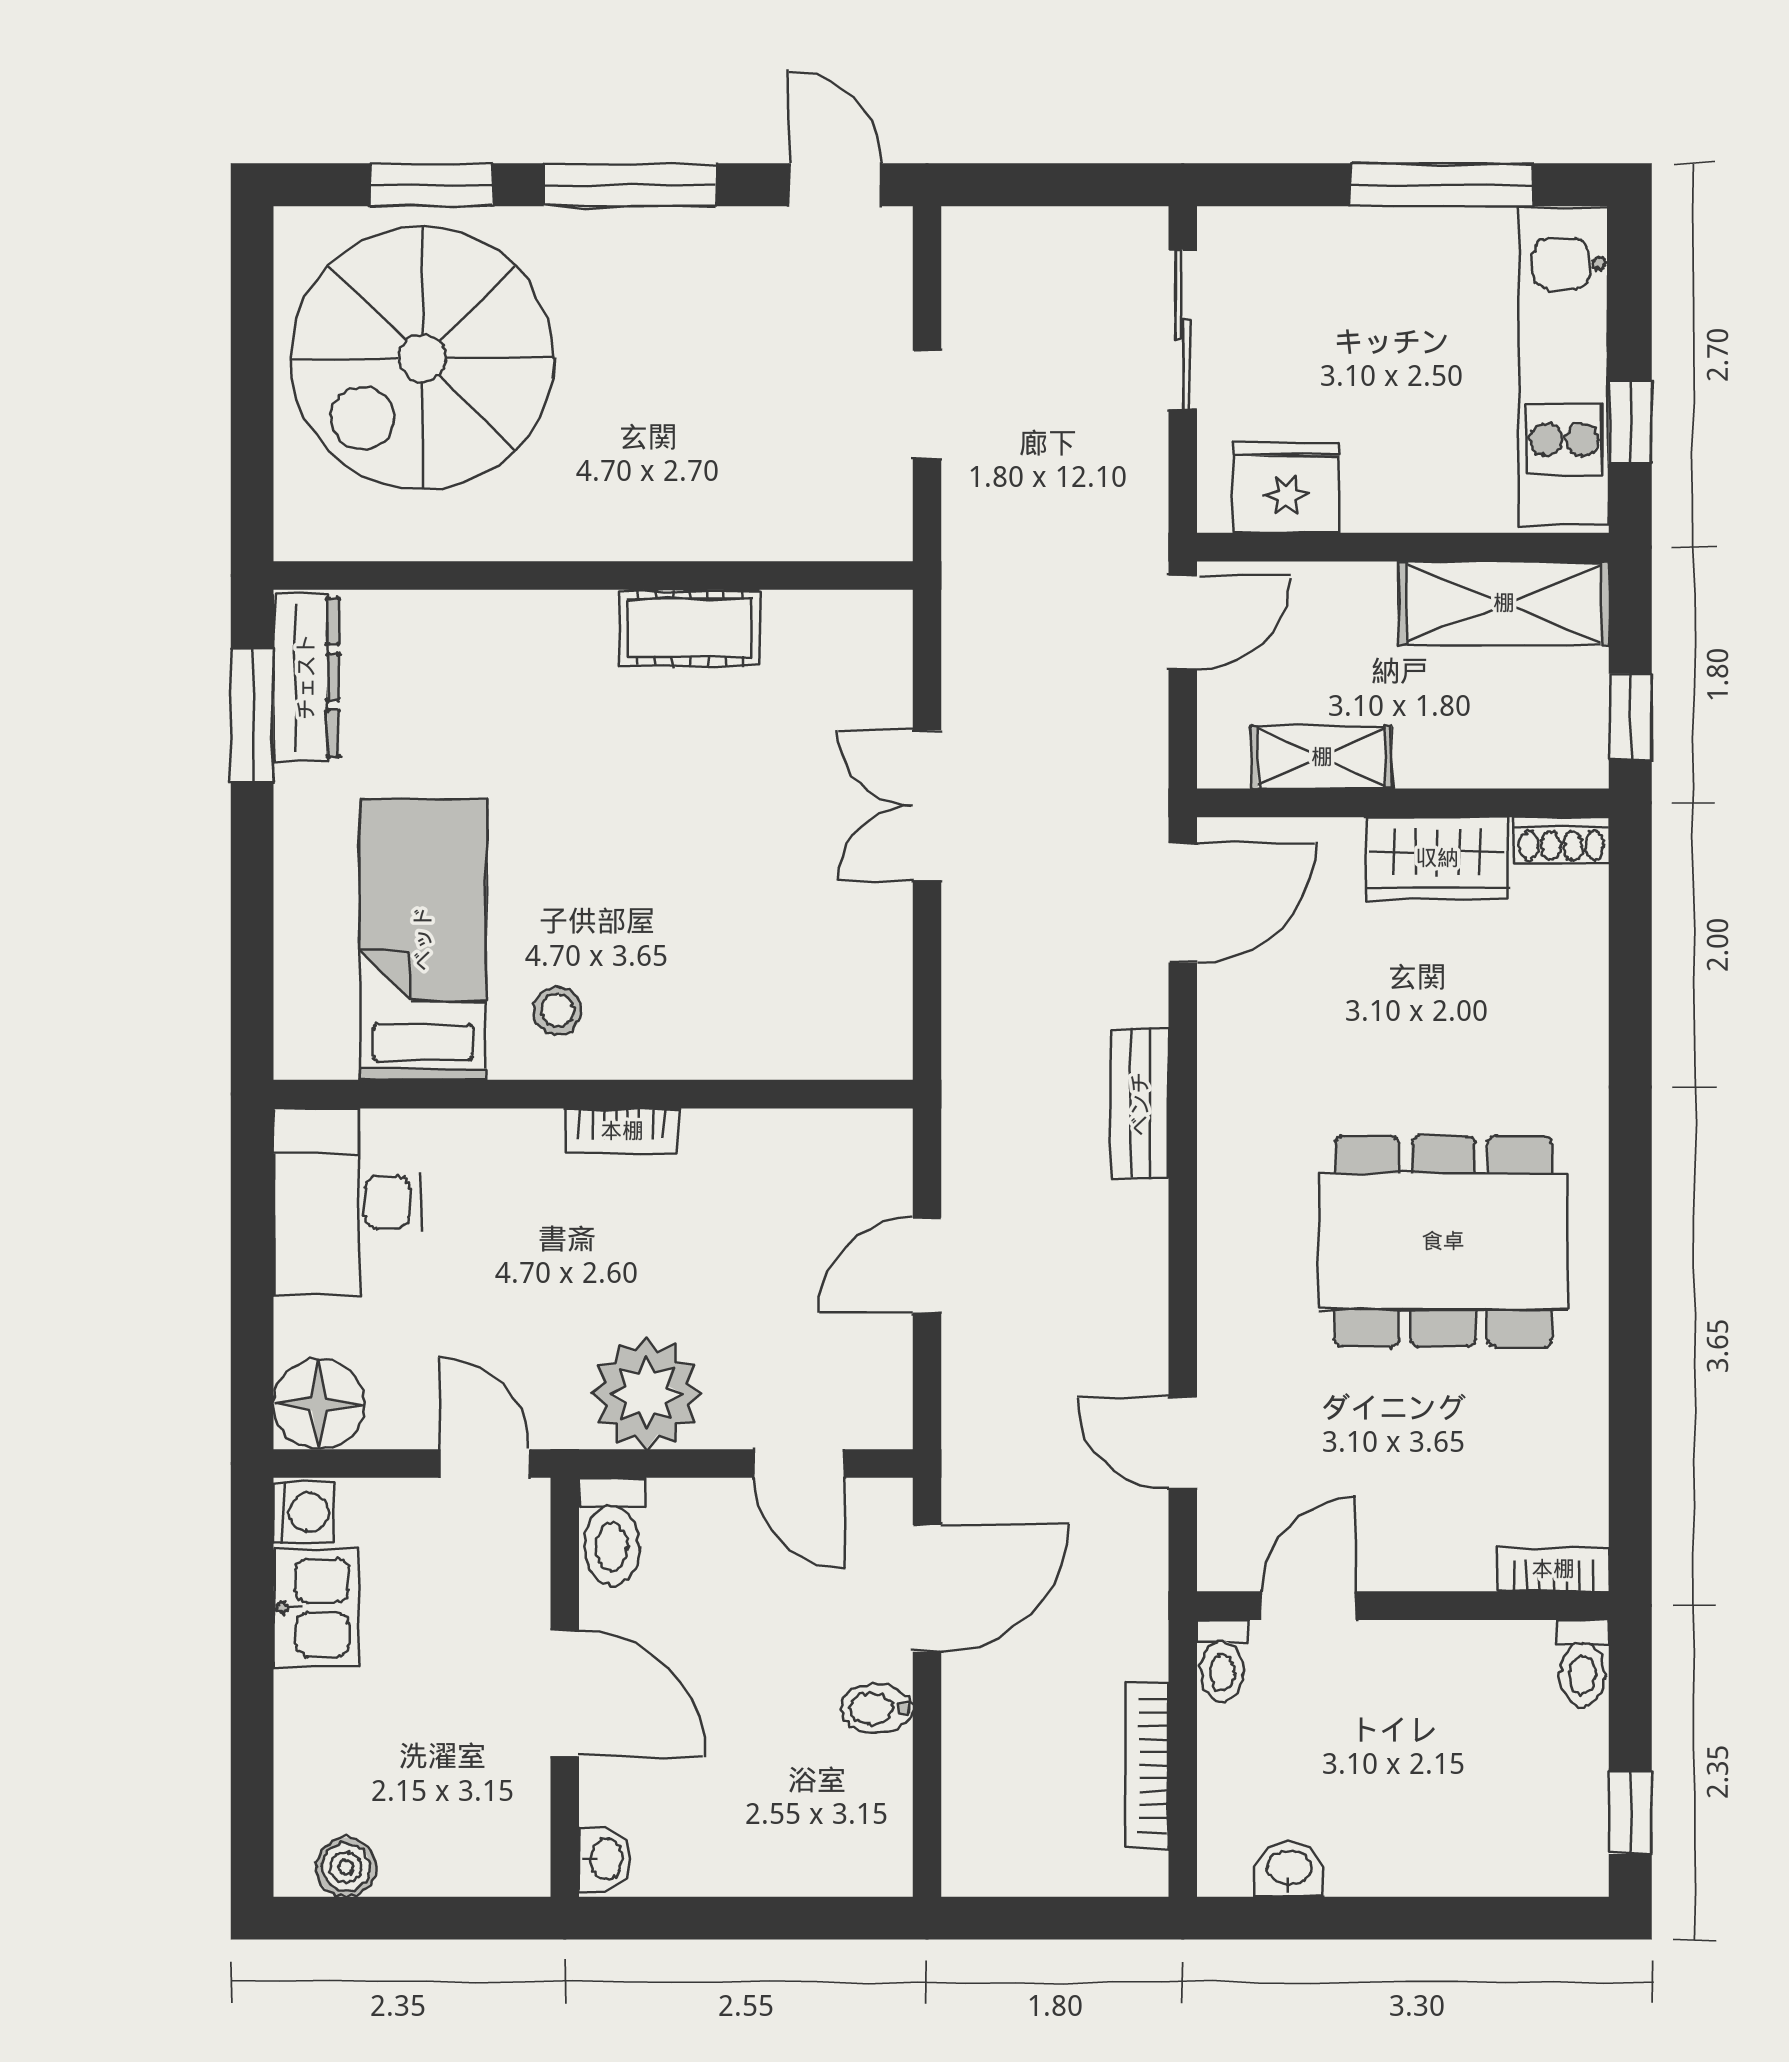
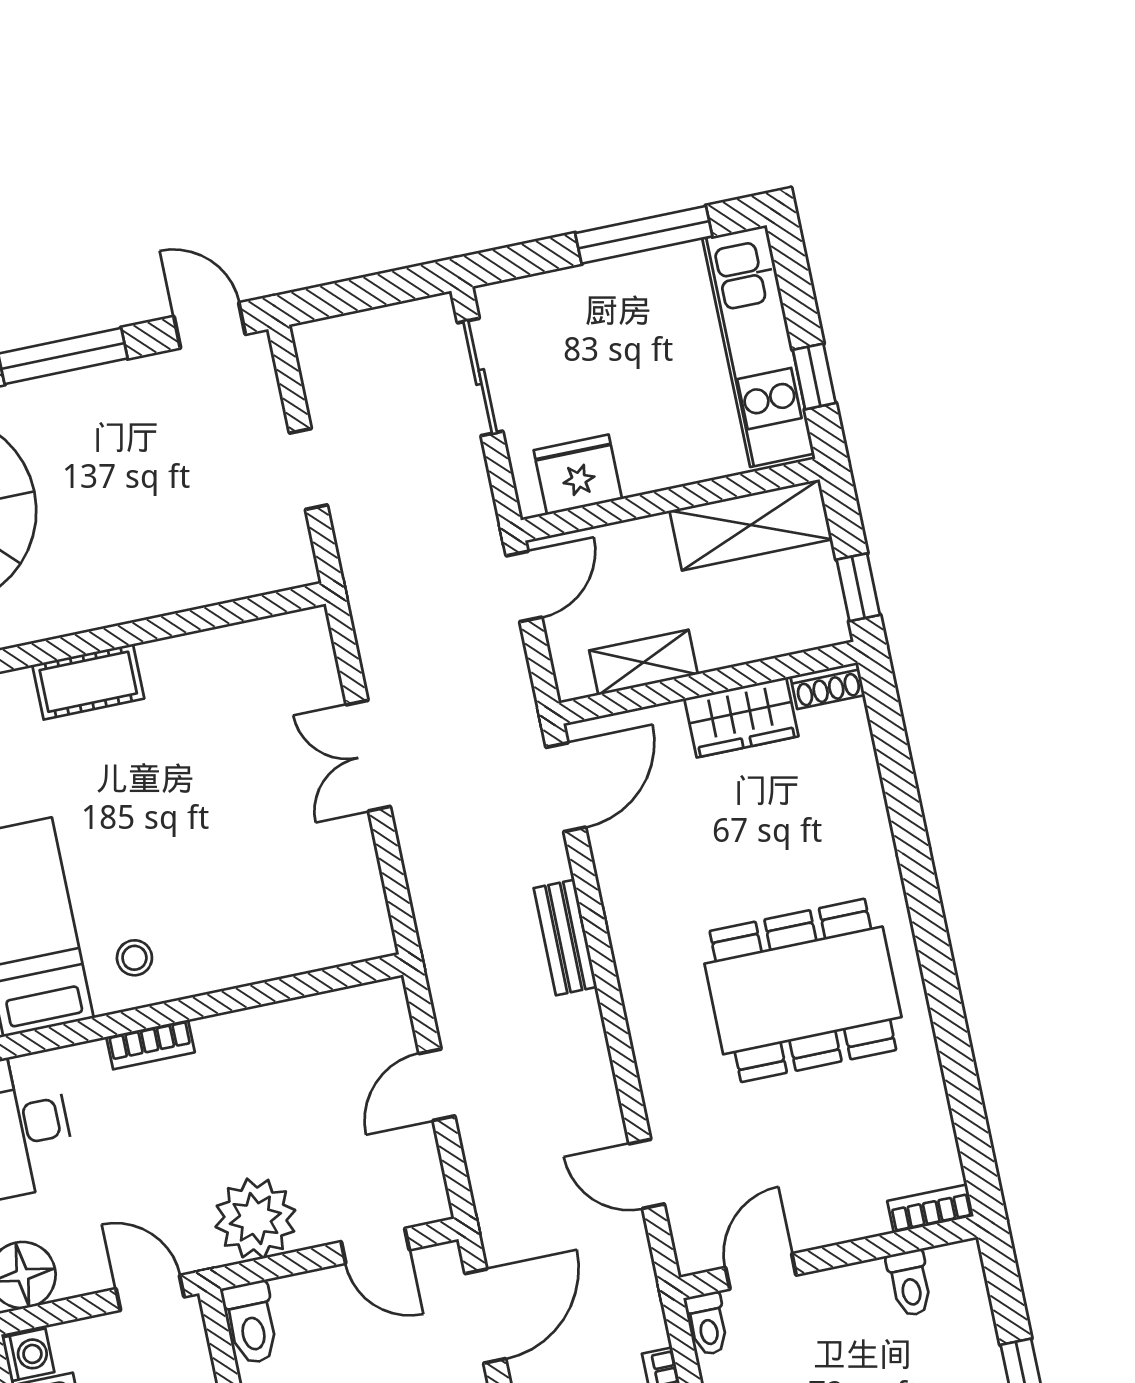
cot: (690, 628) -> (88, 682), moved
bookcase: (622, 1131) -> (151, 1045), moved
toilet: (1582, 1663) -> (910, 1283), moved

